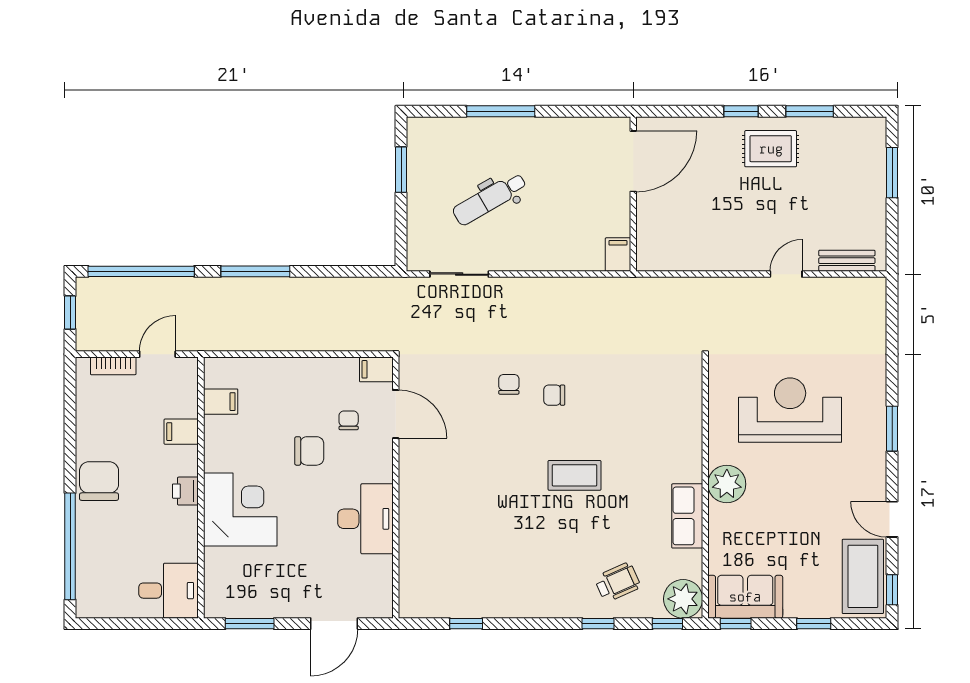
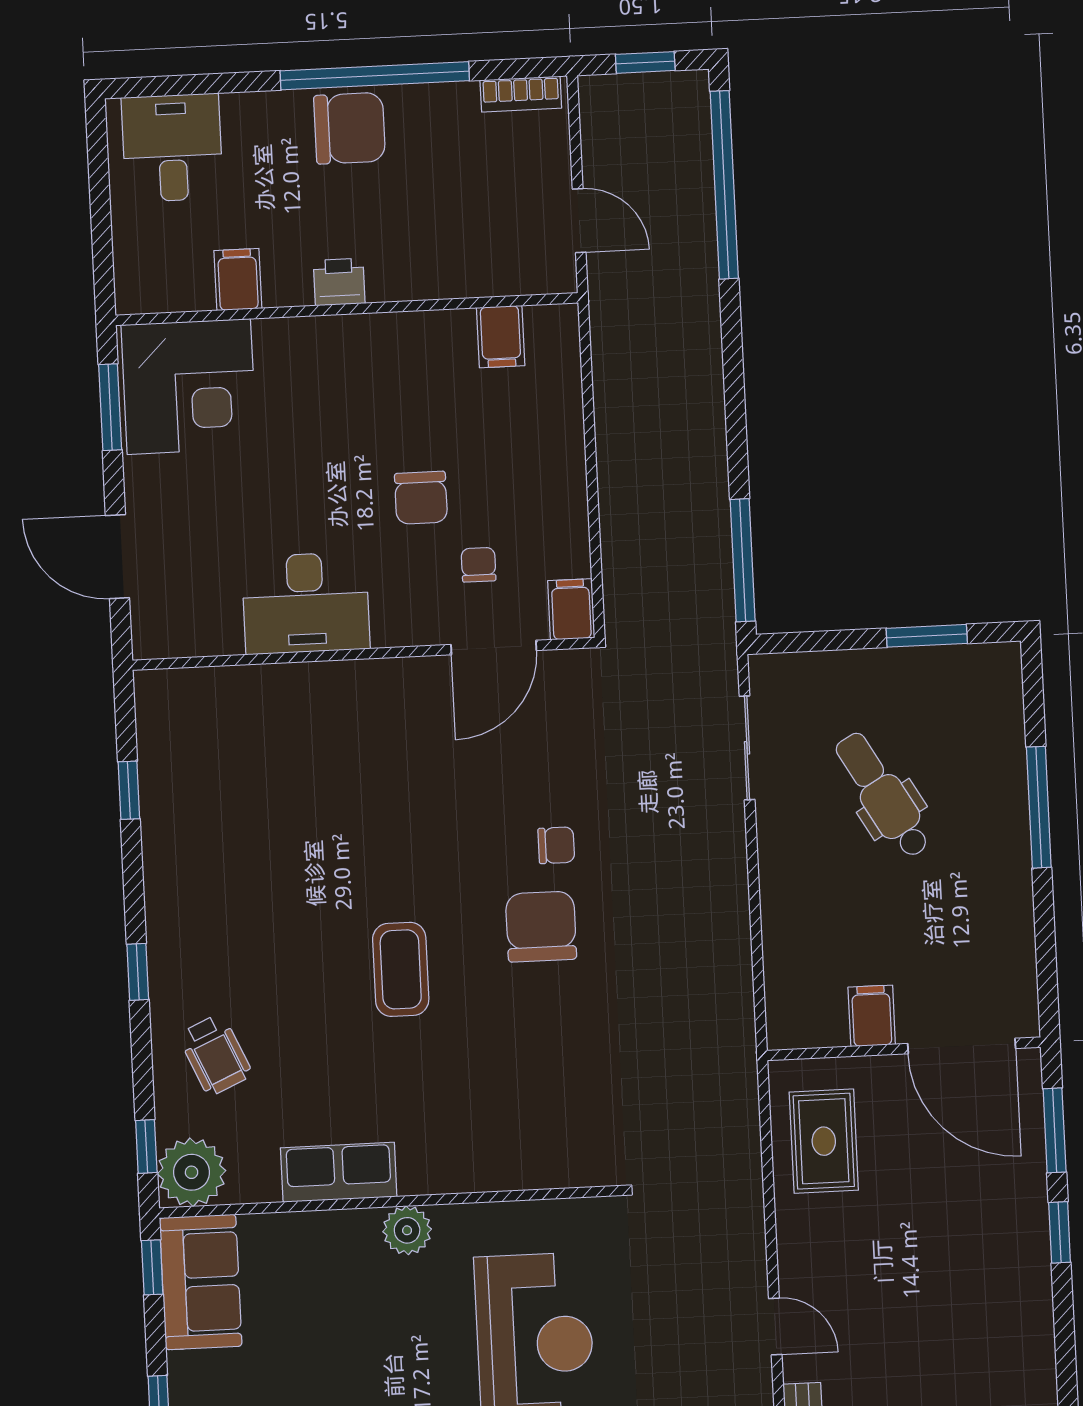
window: (810, 111) -> (1055, 1130), moved
rug: (771, 149) -> (824, 1141), moved
filing cabinet: (618, 255) -> (872, 1016), moved, turned -90
window: (255, 271) -> (743, 560), moved
bookcase: (113, 366) -> (521, 94), moved, turned -90
chair: (554, 395) -> (541, 927), width x1.87, depth x1.87
chair: (349, 420) -> (478, 565), turned -90
filing cabinet: (181, 432) -> (238, 280), moved
plant: (727, 484) -> (407, 1230), width x0.73, depth x0.73
corner desk: (240, 509) -> (189, 387), moved
window: (70, 546) -> (375, 76), moved
desk: (168, 591) -> (172, 148), moved, turned 180
window: (598, 624) -> (138, 972), moved

